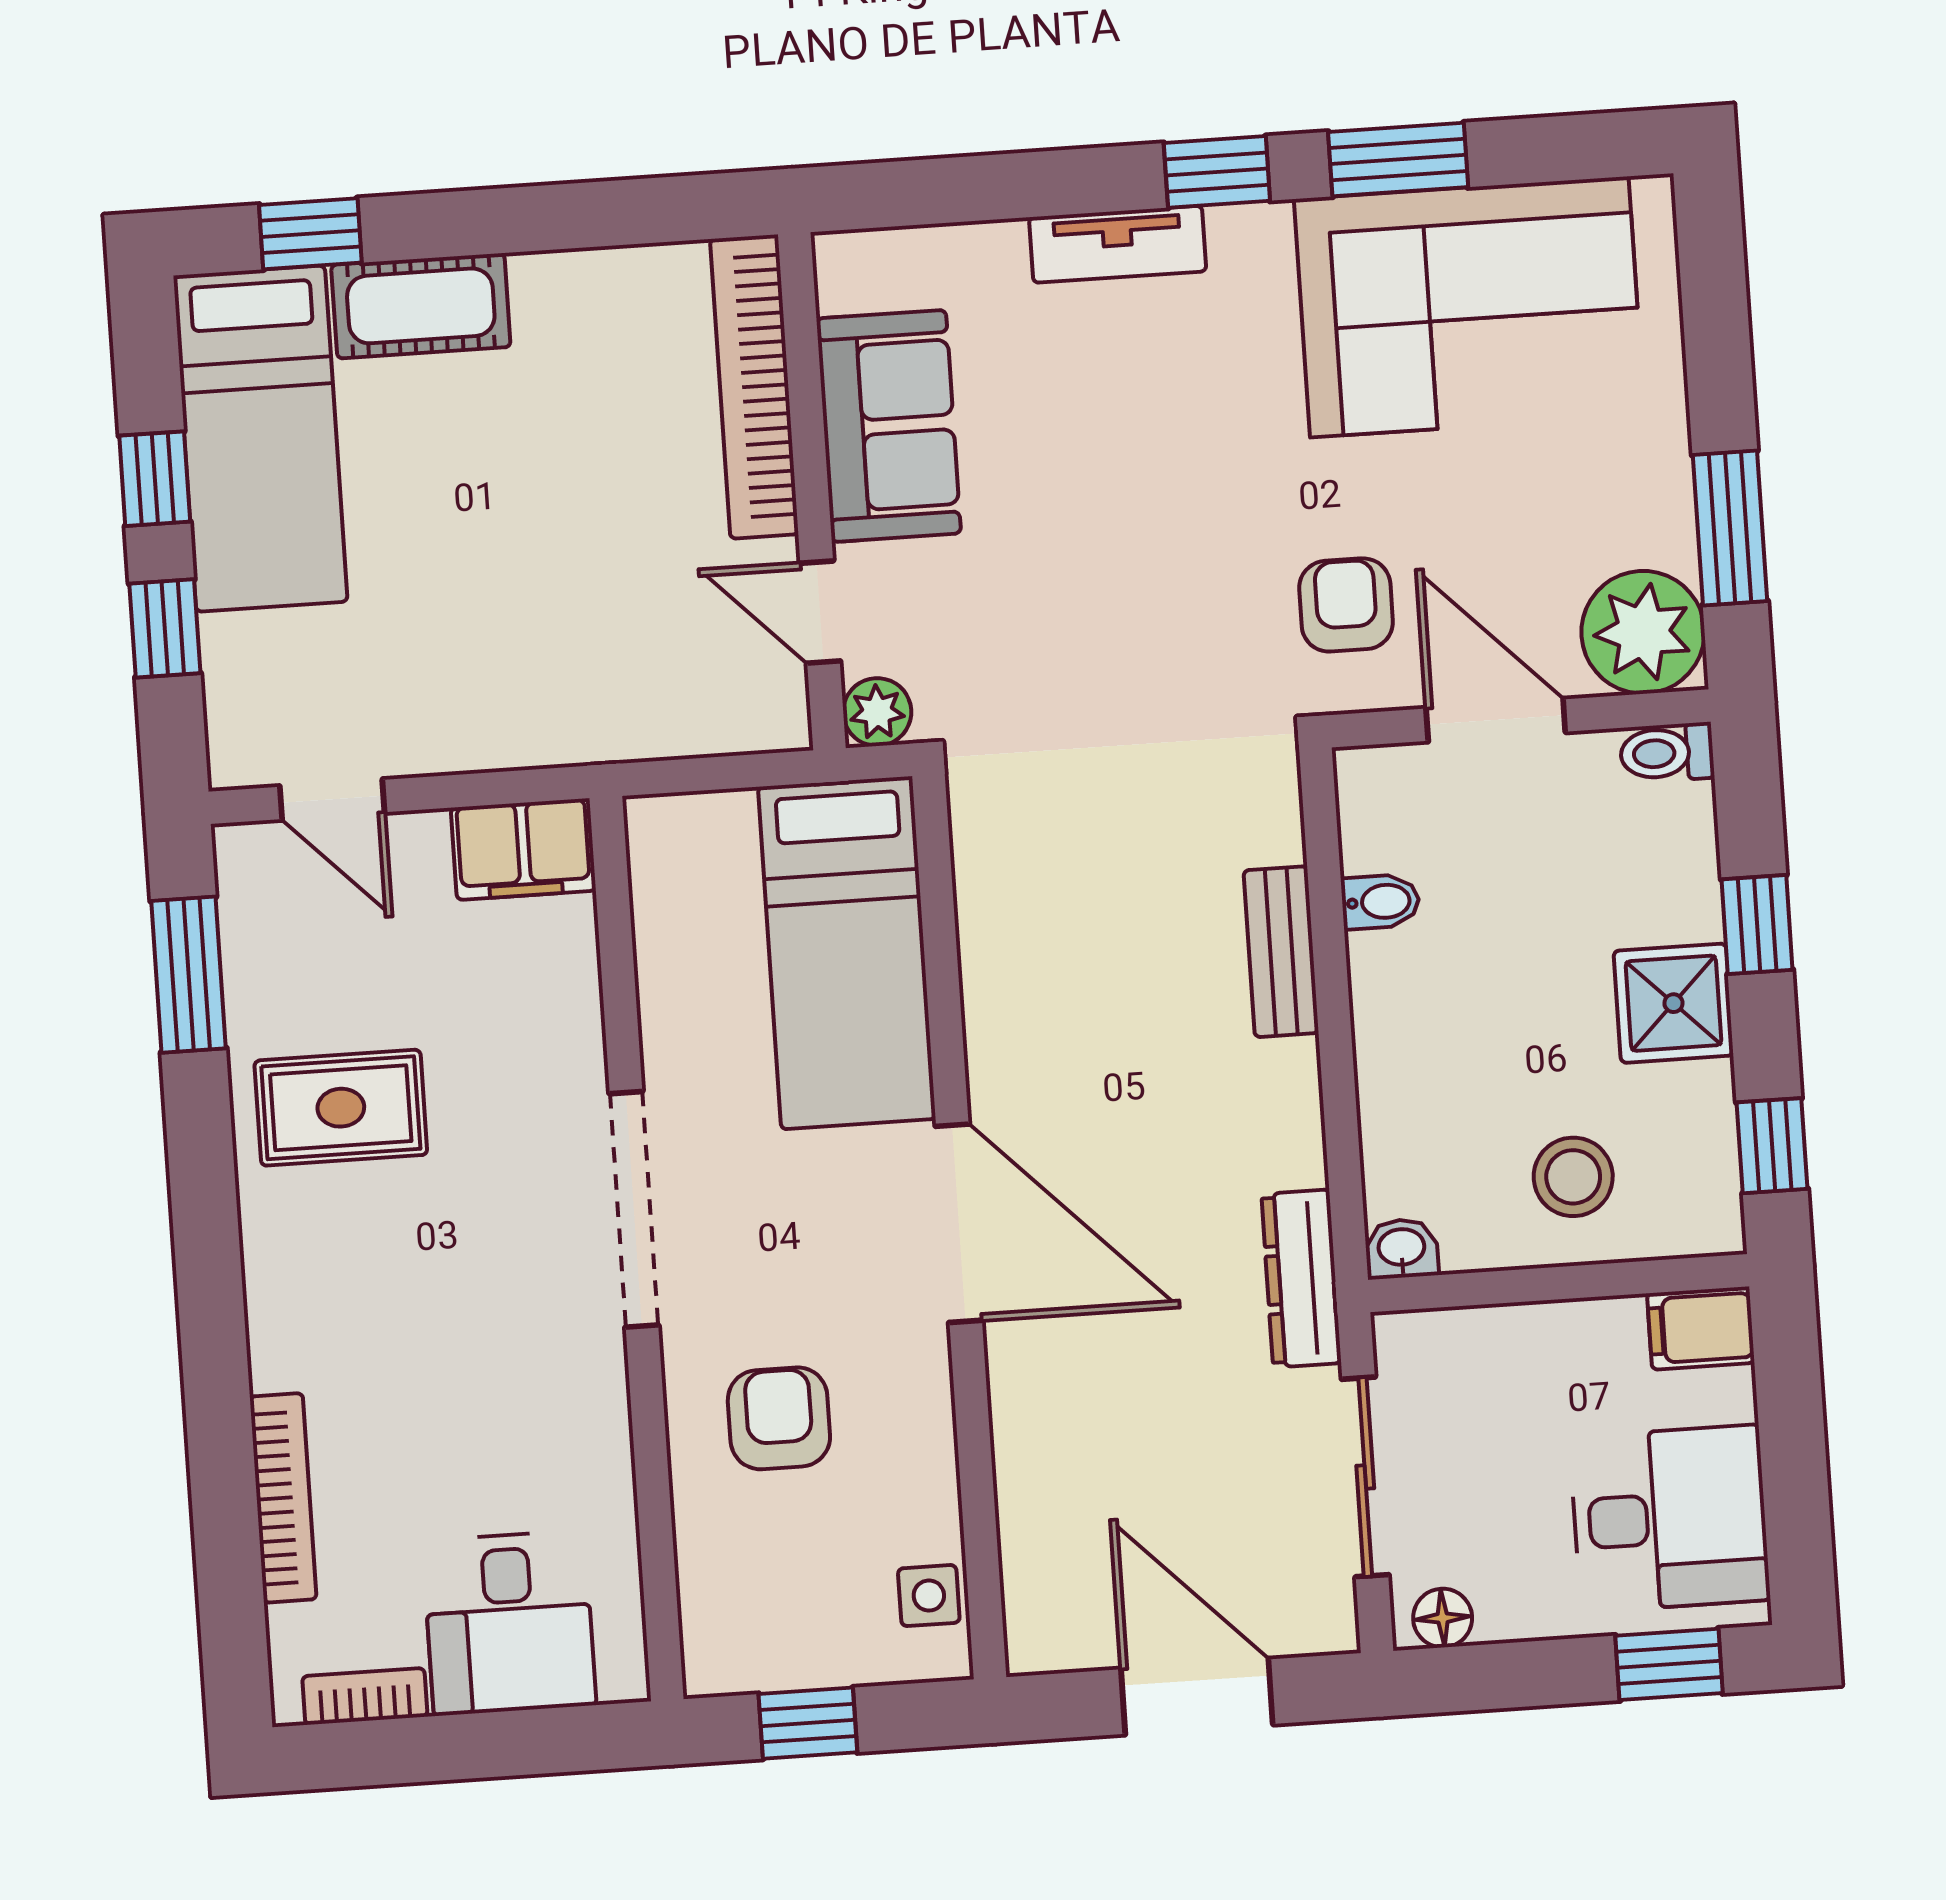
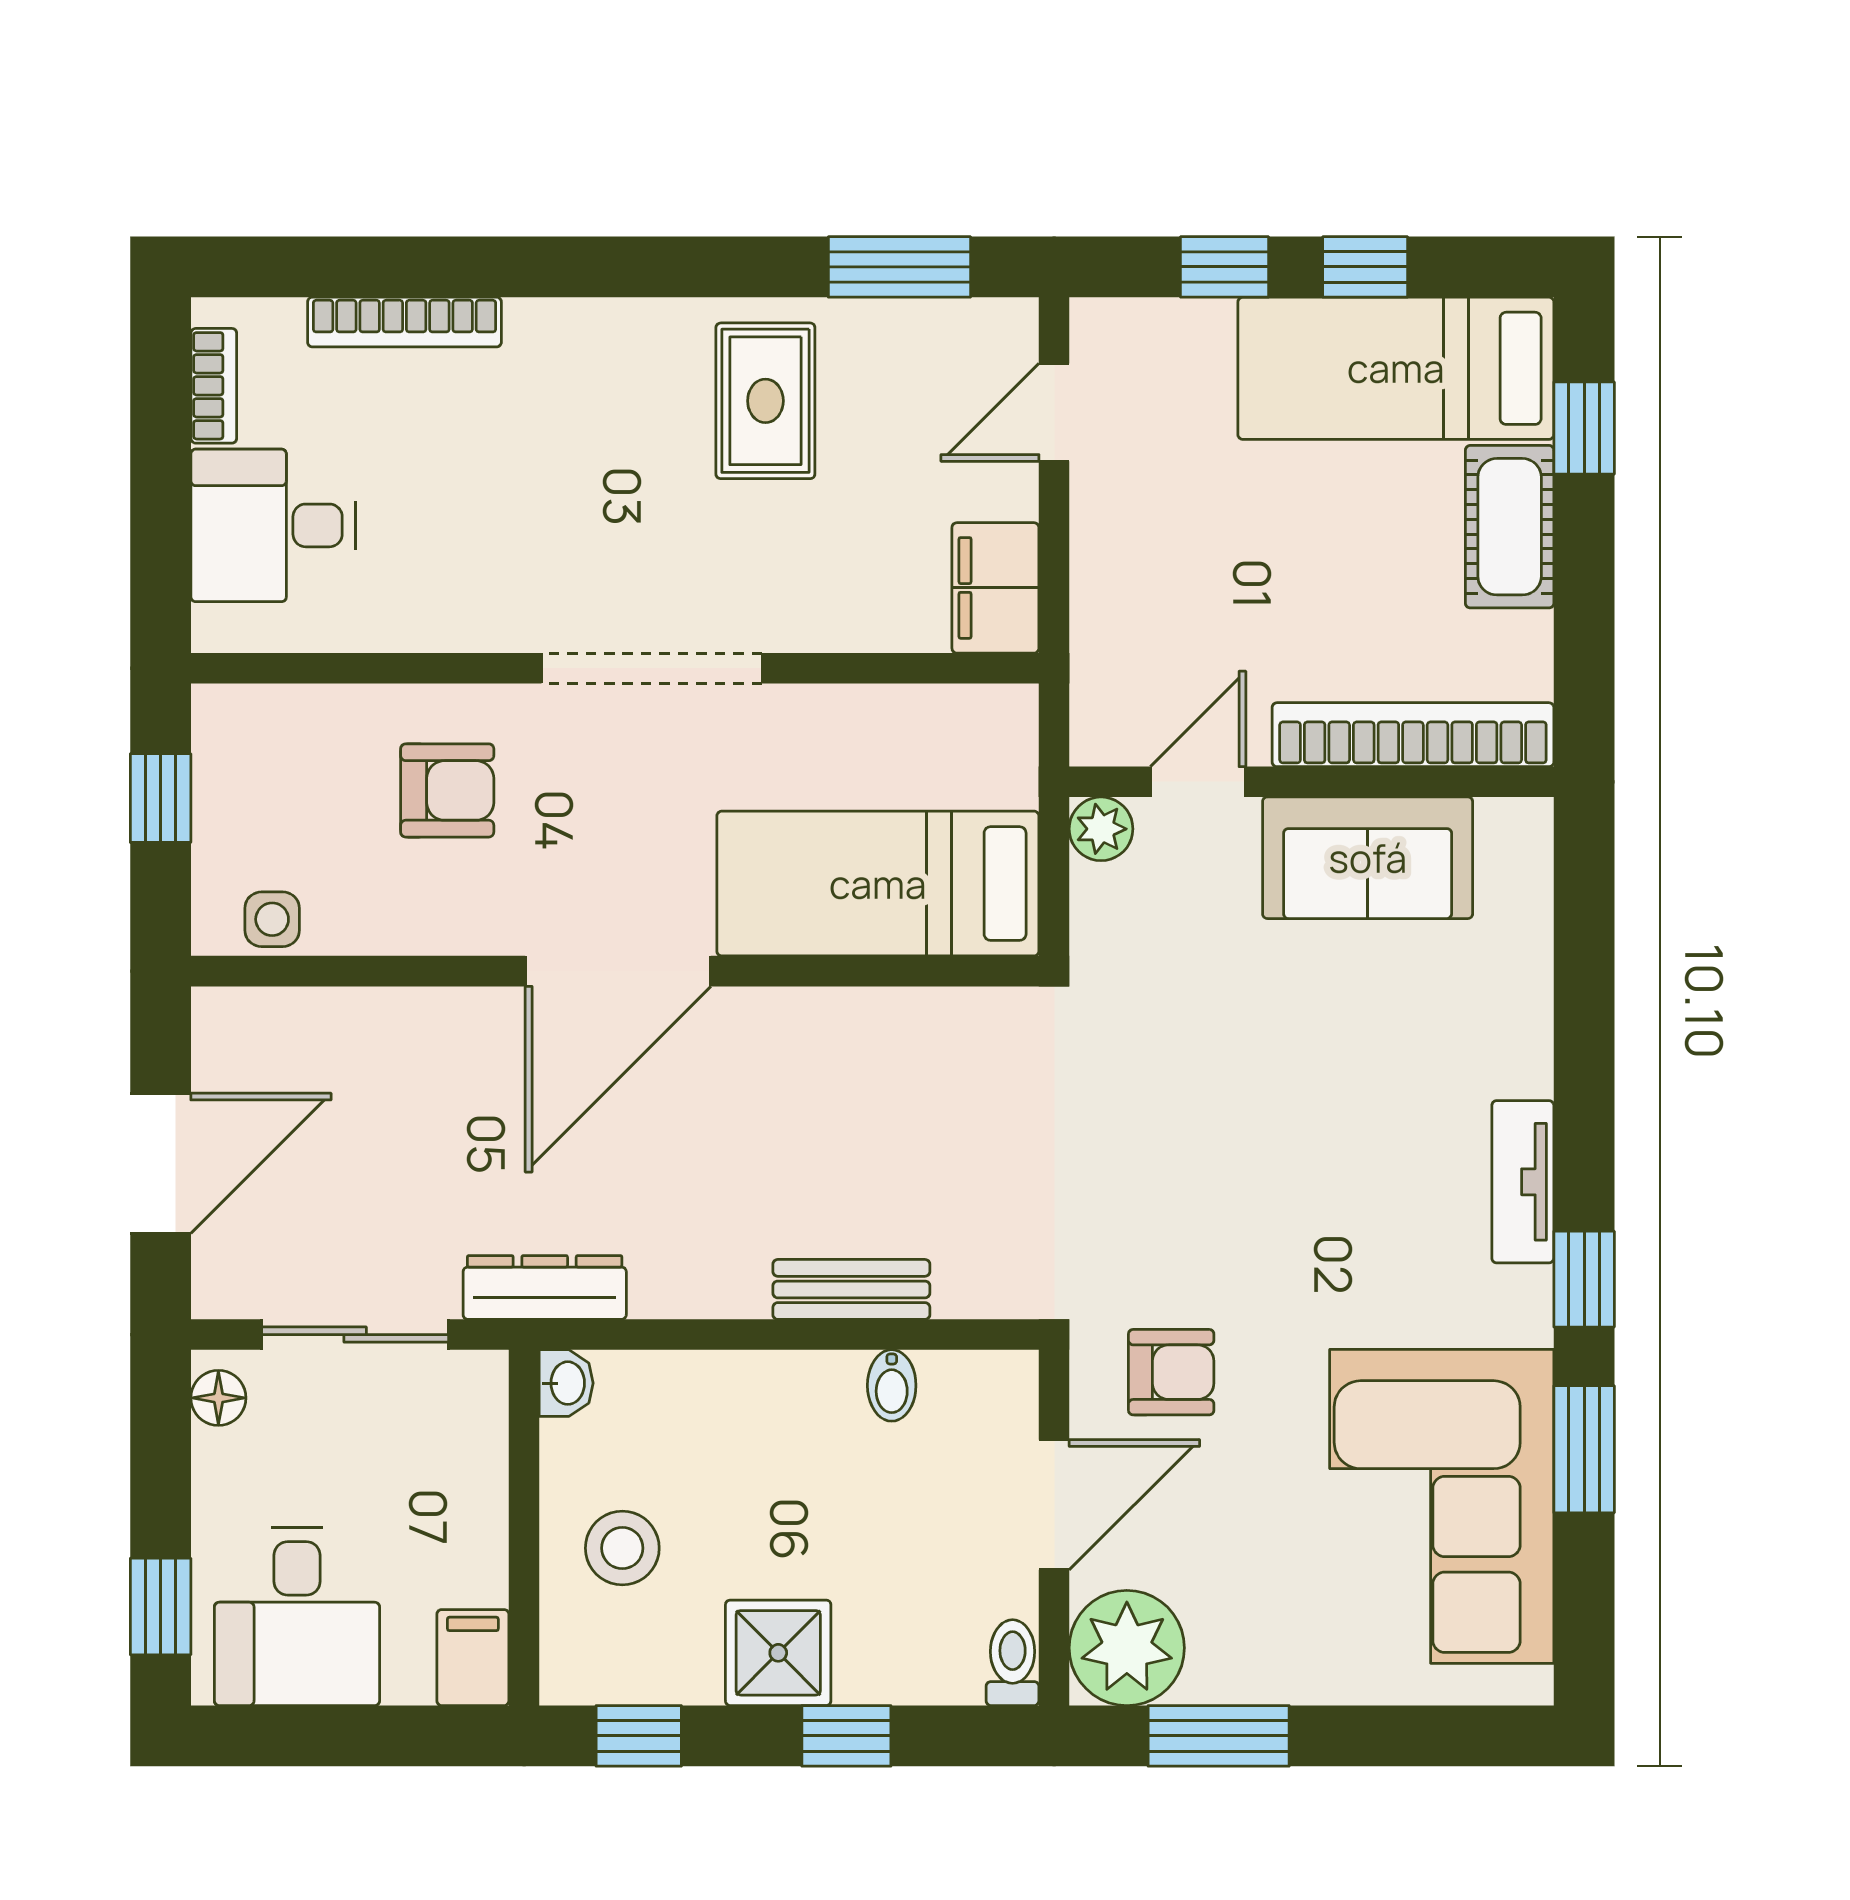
bookcase: (754, 387) -> (1413, 735), moved
sofa: (889, 426) -> (1368, 858), moved
wall: (812, 491) -> (1311, 782), moved
door: (820, 612) -> (1198, 782), moved
plant: (877, 712) -> (1101, 829), moved

